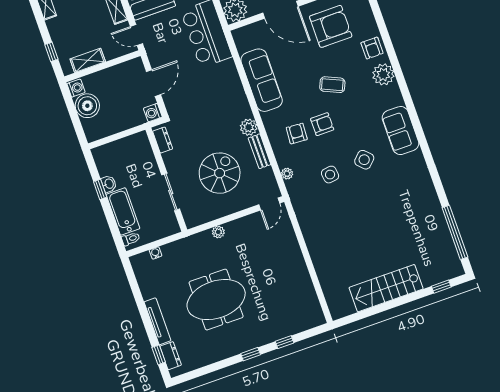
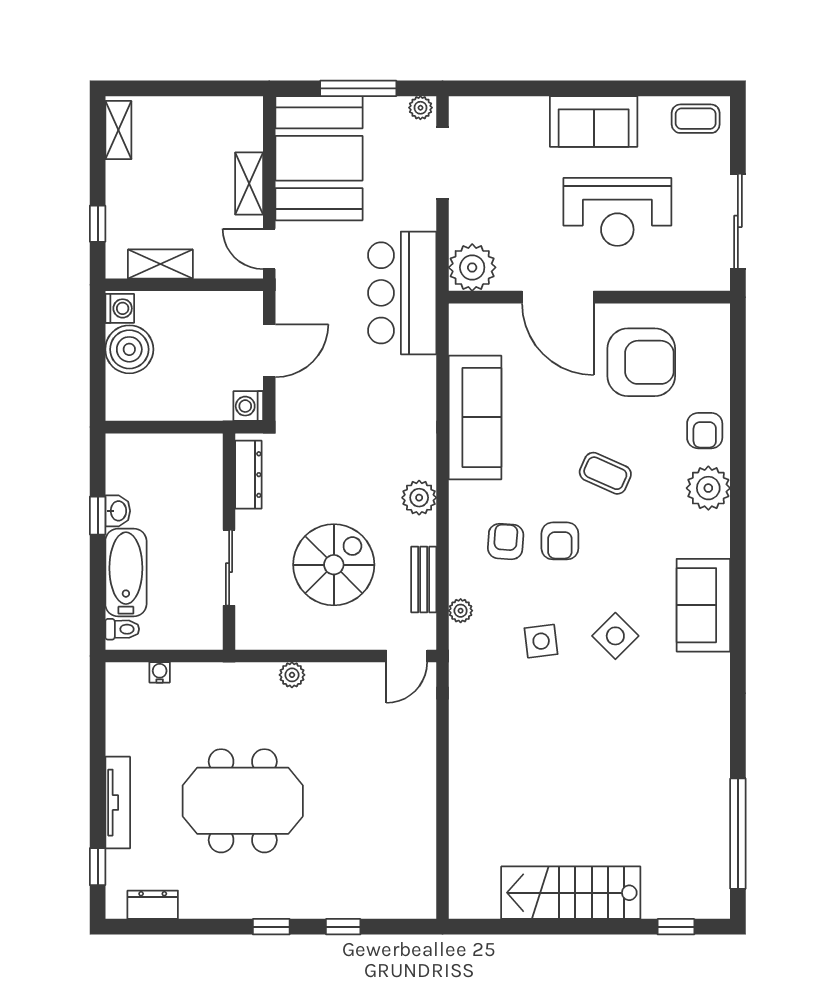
armchair: (322, 124) -> (560, 541), turned 90
dresser: (163, 140) -> (248, 475), width x1.44
bench: (260, 151) -> (424, 580), moved
dresser: (171, 356) -> (153, 905), moved, turned -90

